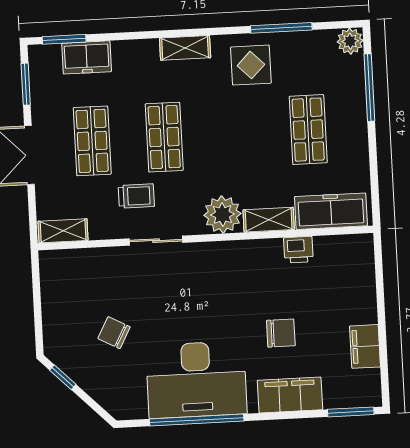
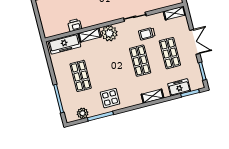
plant: (350, 41) -> (83, 113), moved
shelving: (185, 48) -> (153, 96), moved

